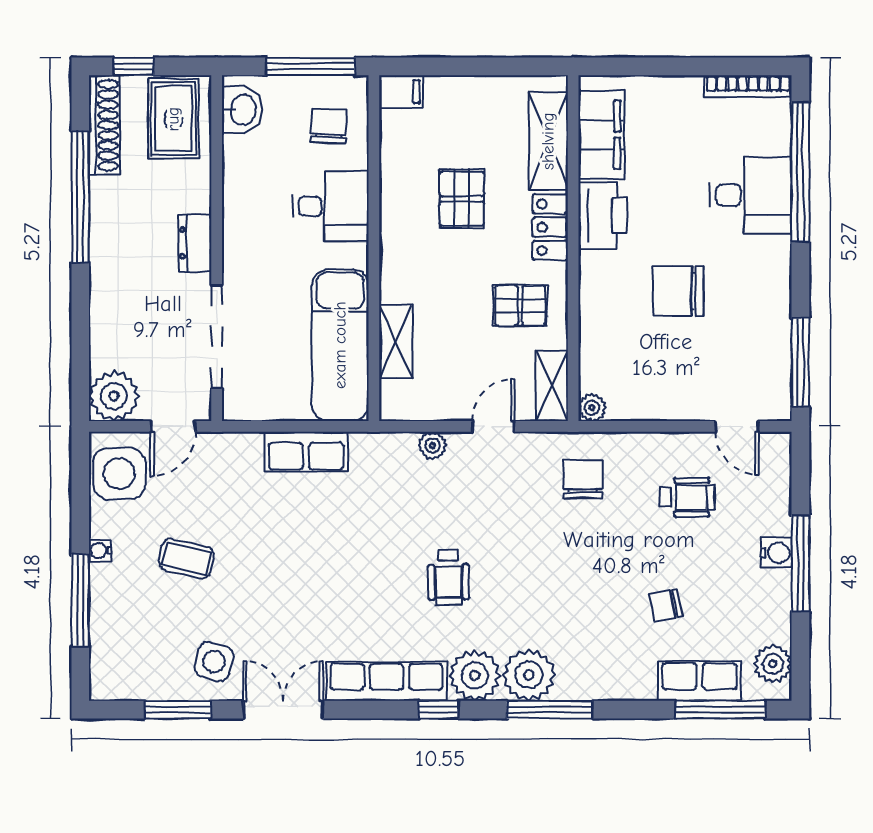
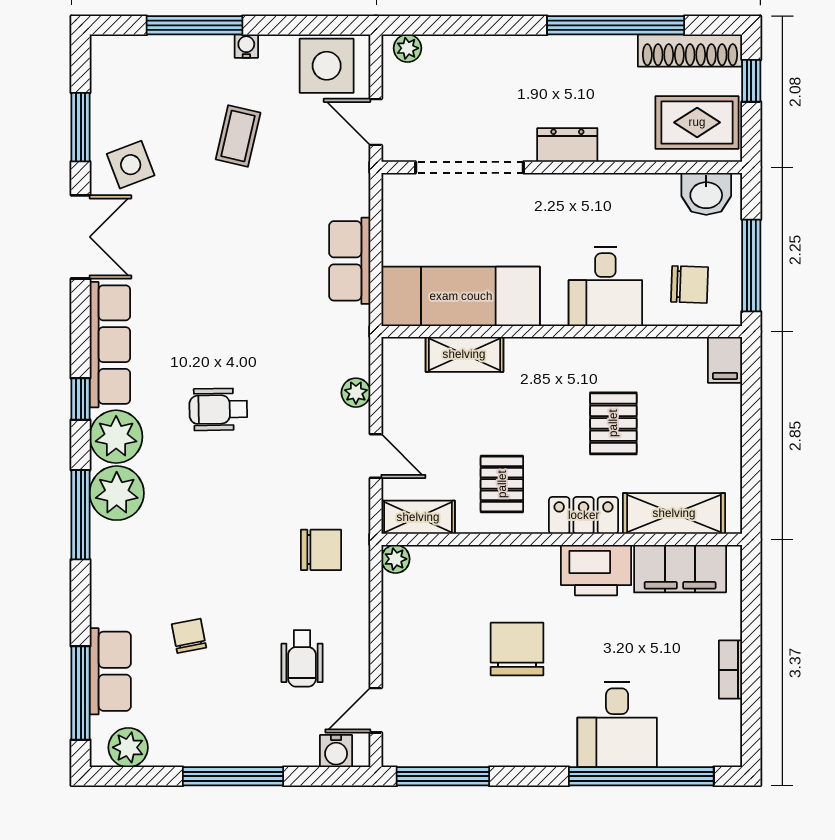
bookcase: (748, 86) -> (731, 670), moved, width x0.64
pallet: (462, 199) -> (613, 423), turned 90
plant: (114, 396) -> (407, 48), width x0.53, depth x0.53
water cooler: (776, 553) -> (336, 751), moved
side table: (214, 662) -> (131, 165), turned -36

